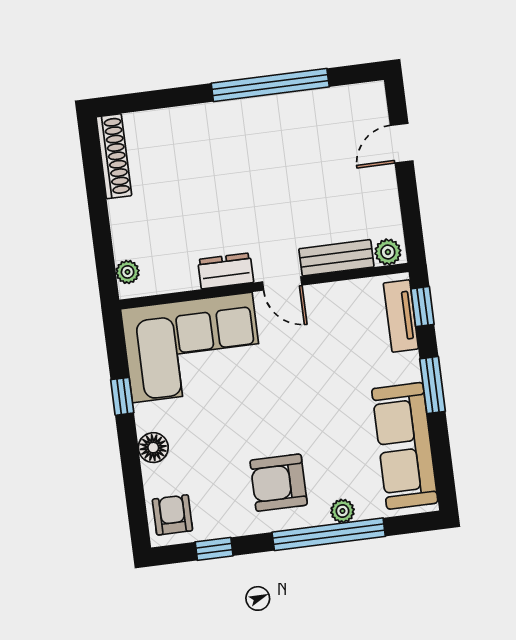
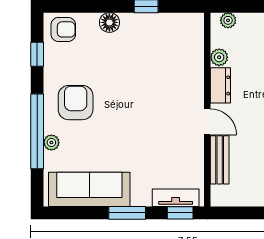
plant: (388, 252) -> (219, 57), moved
door: (282, 283) -> (207, 122), swing flipped
corner sofa: (192, 347) -> (173, 57), removed

